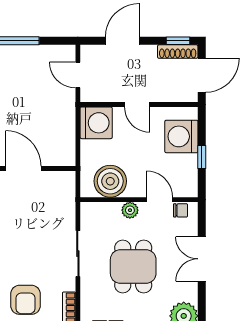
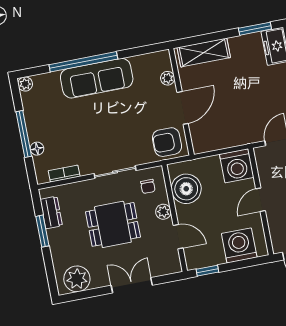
window: (202, 157) -> (207, 271), moved
door: (160, 200) -> (178, 237), hinge flipped
chair: (181, 210) -> (148, 186), moved
armchair: (26, 300) -> (167, 142), moved

